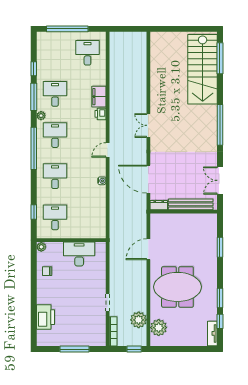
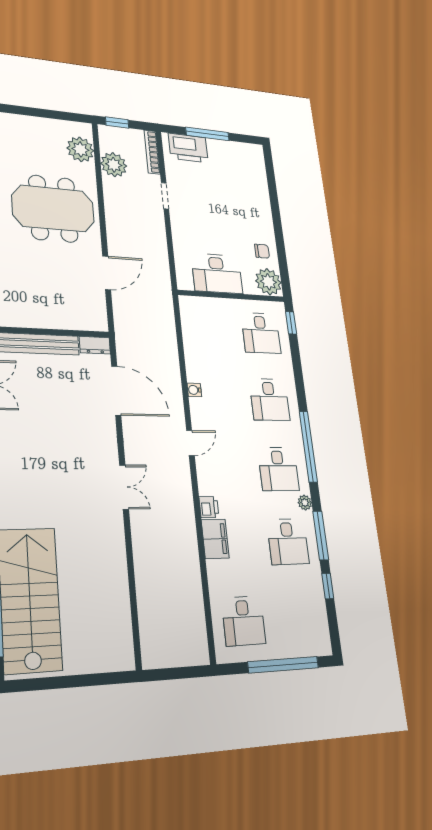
window: (34, 212) -> (291, 323), moved
plant: (41, 247) -> (268, 282), width x1.87, depth x1.87
printer: (45, 317) -> (188, 148), moved, turned -90

